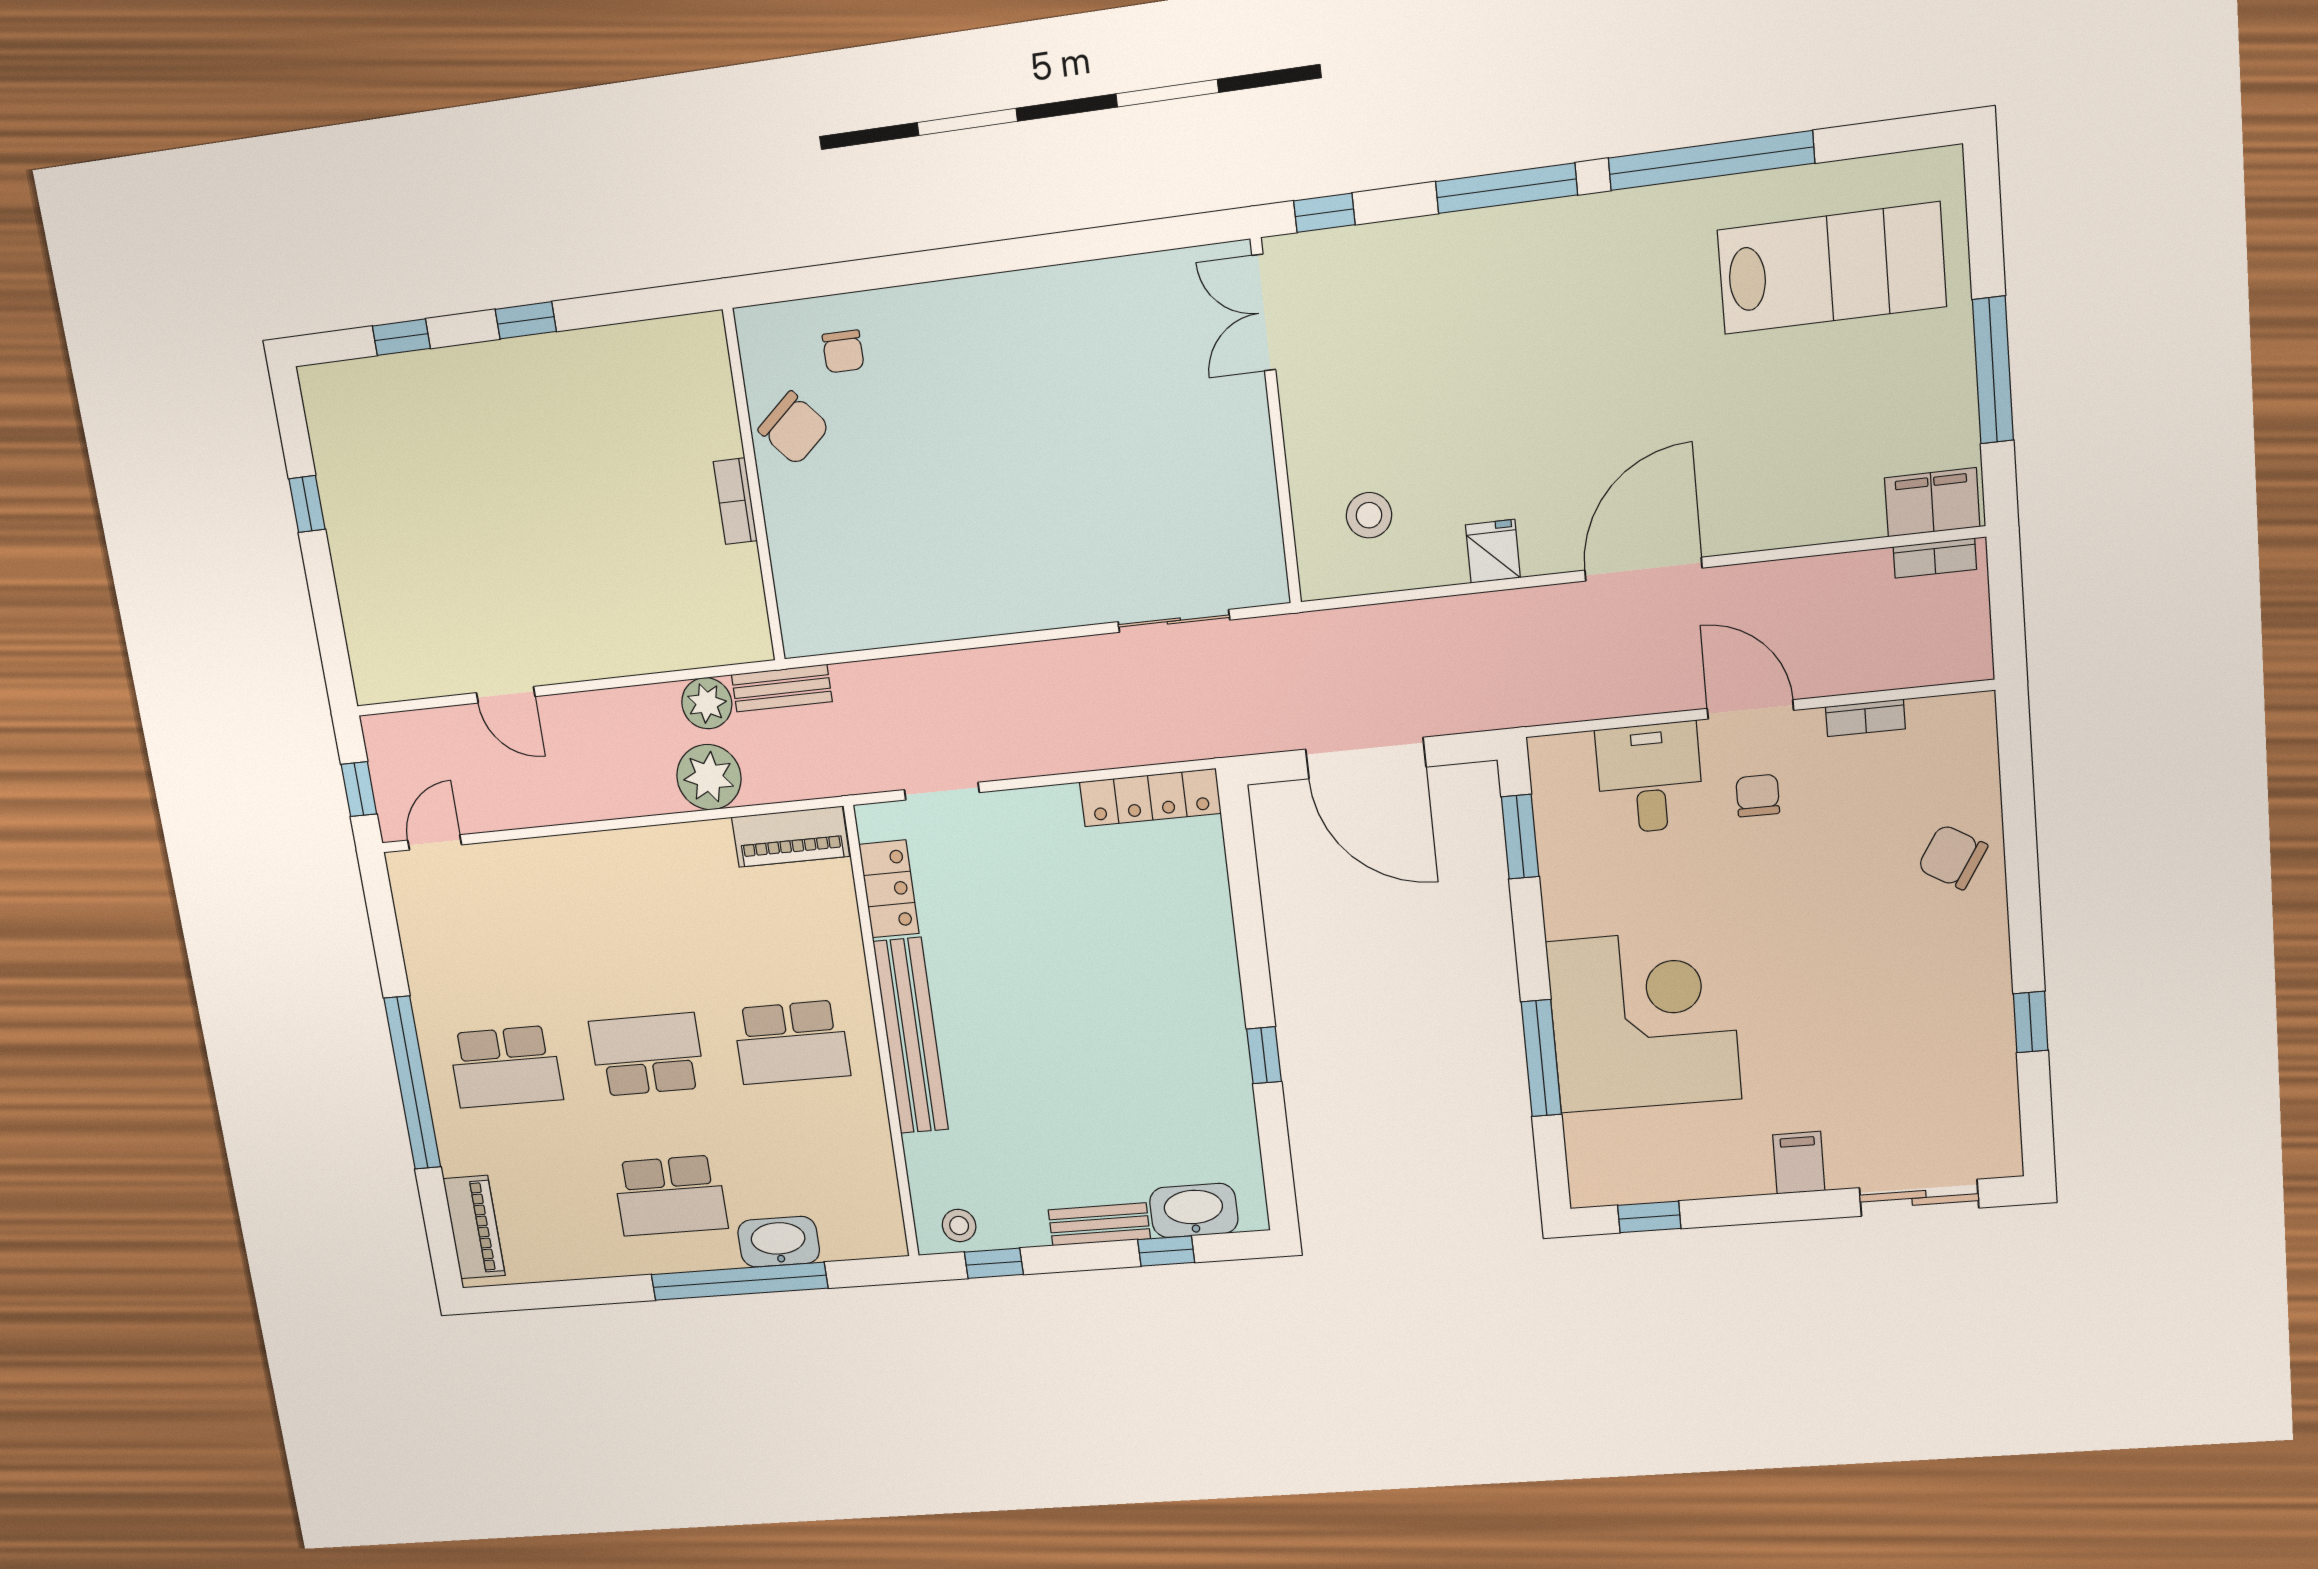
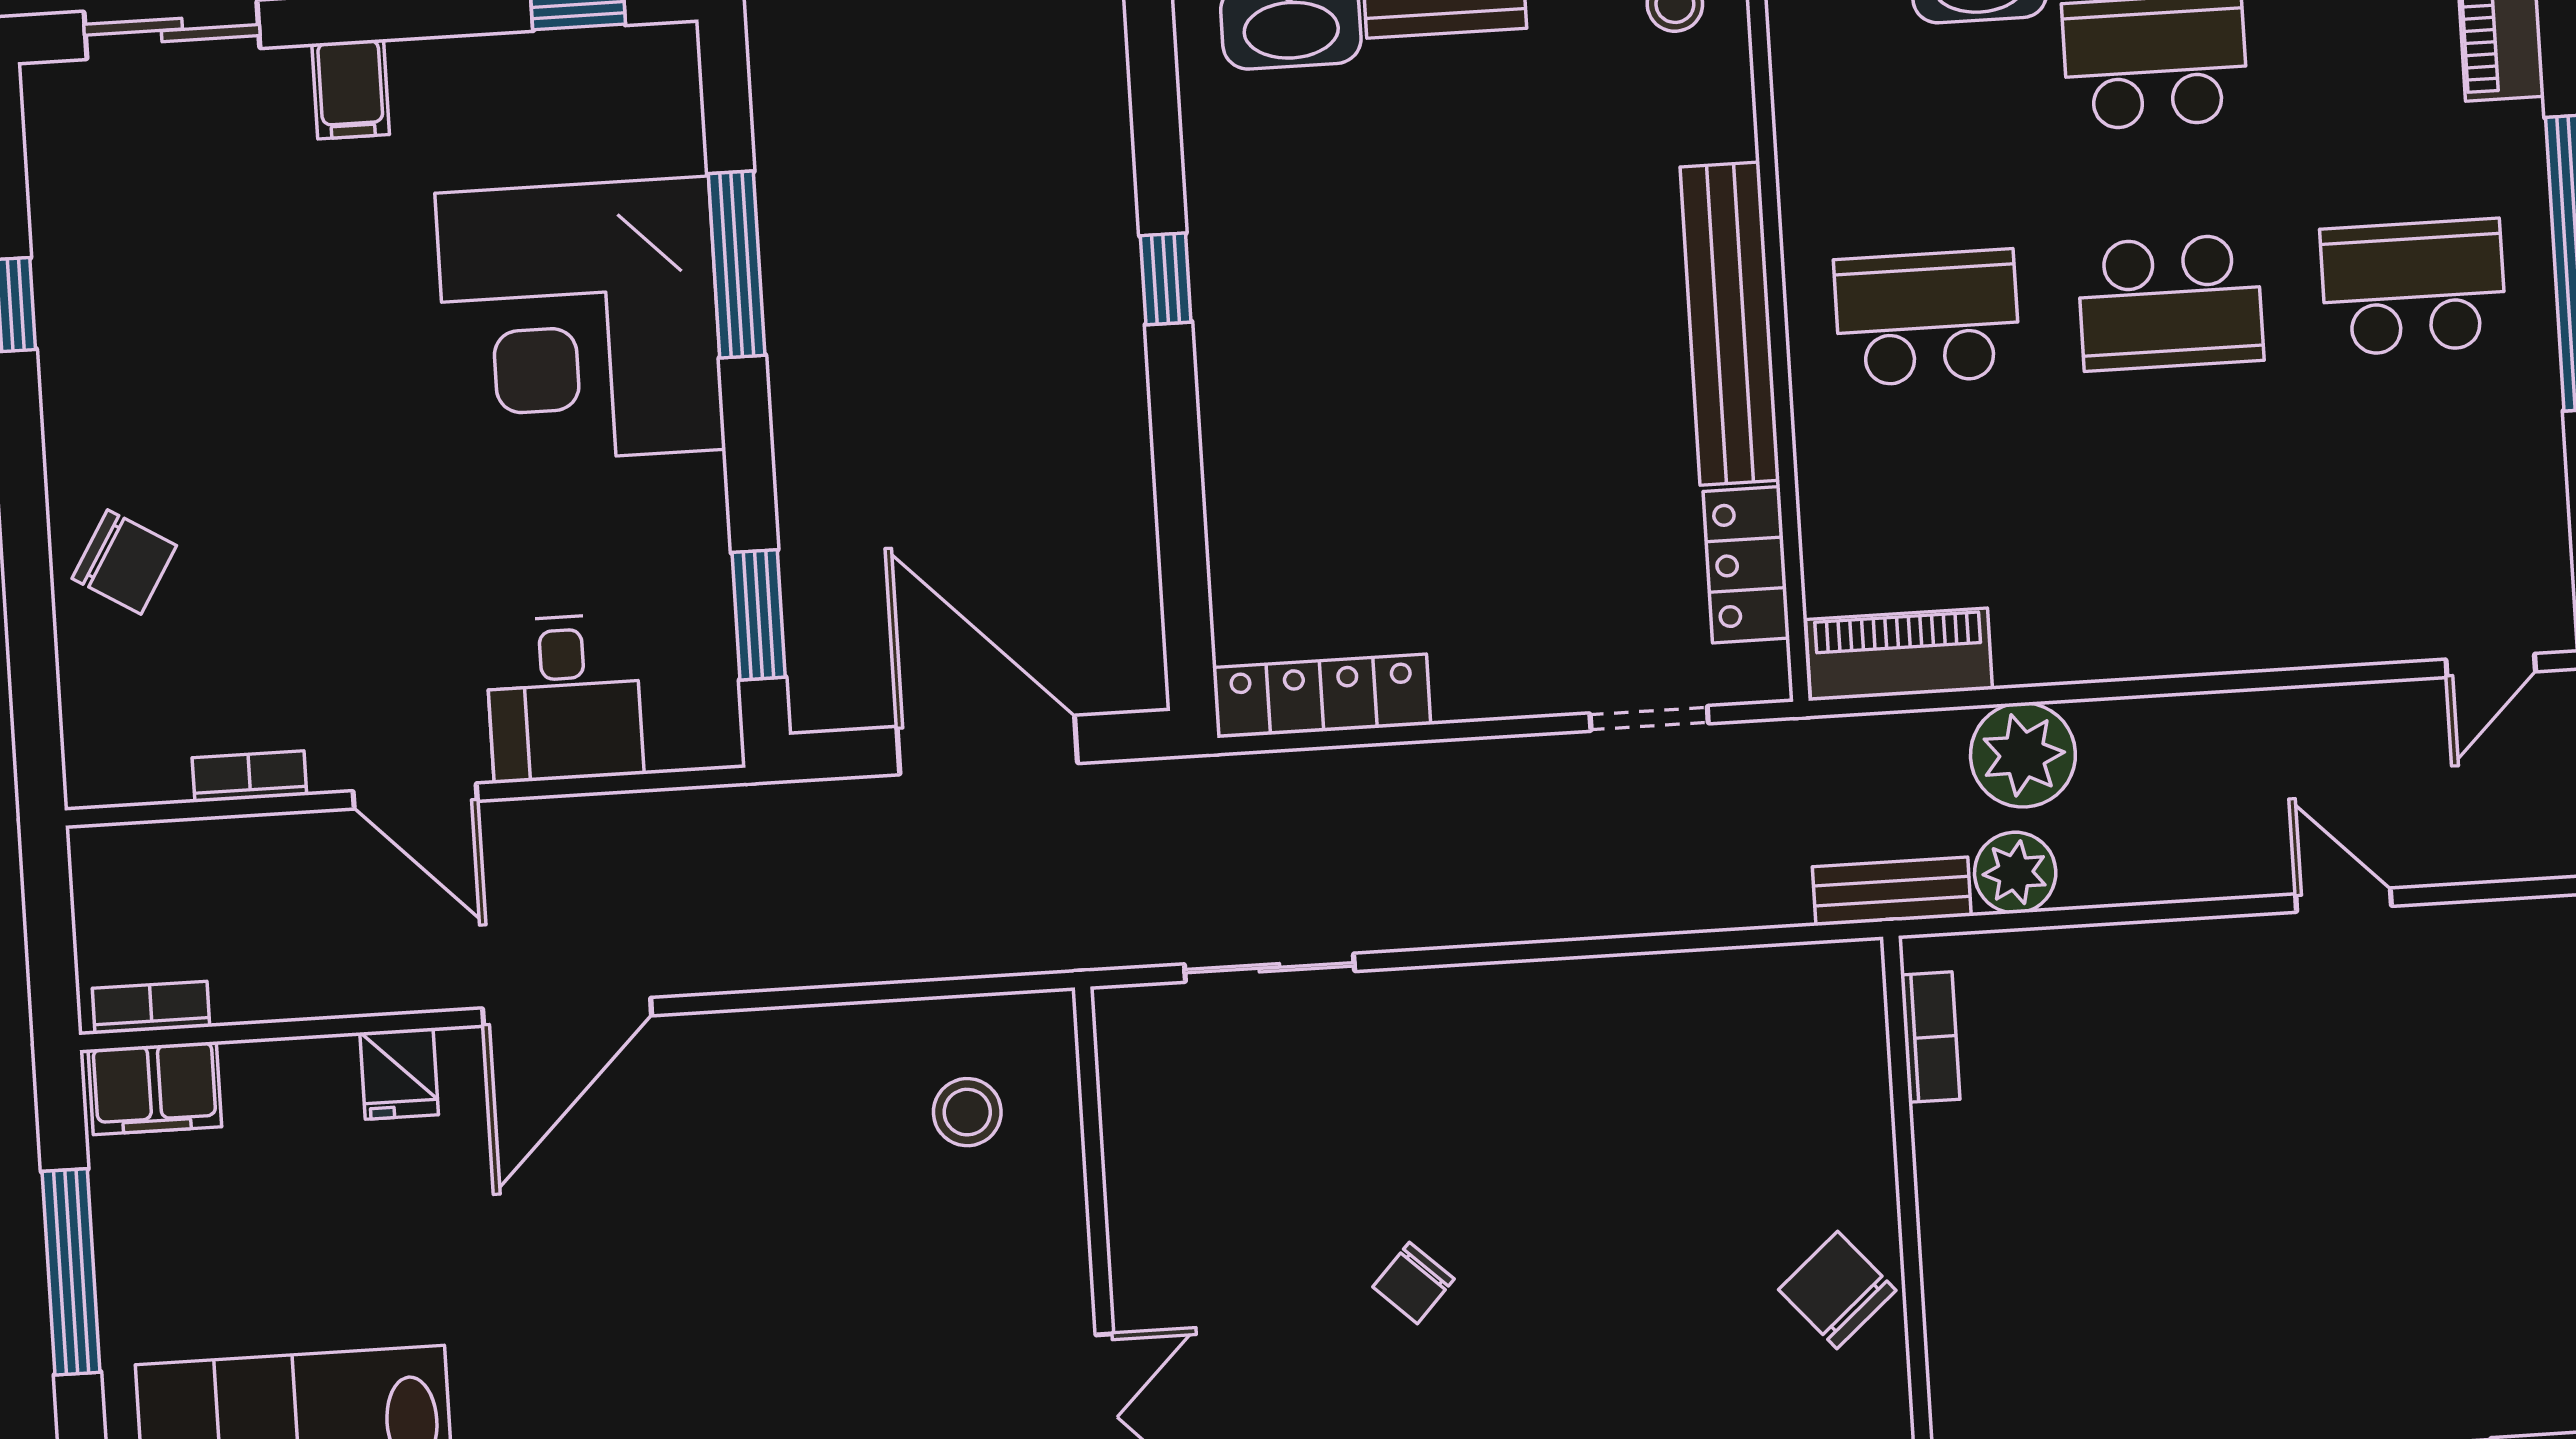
chair: (843, 351) -> (1413, 1283), moved, turned -137
bookcase: (735, 501) -> (1930, 1037), moved
fridge: (1493, 551) -> (399, 1074), moved
chair: (1758, 796) -> (406, 665), removed

